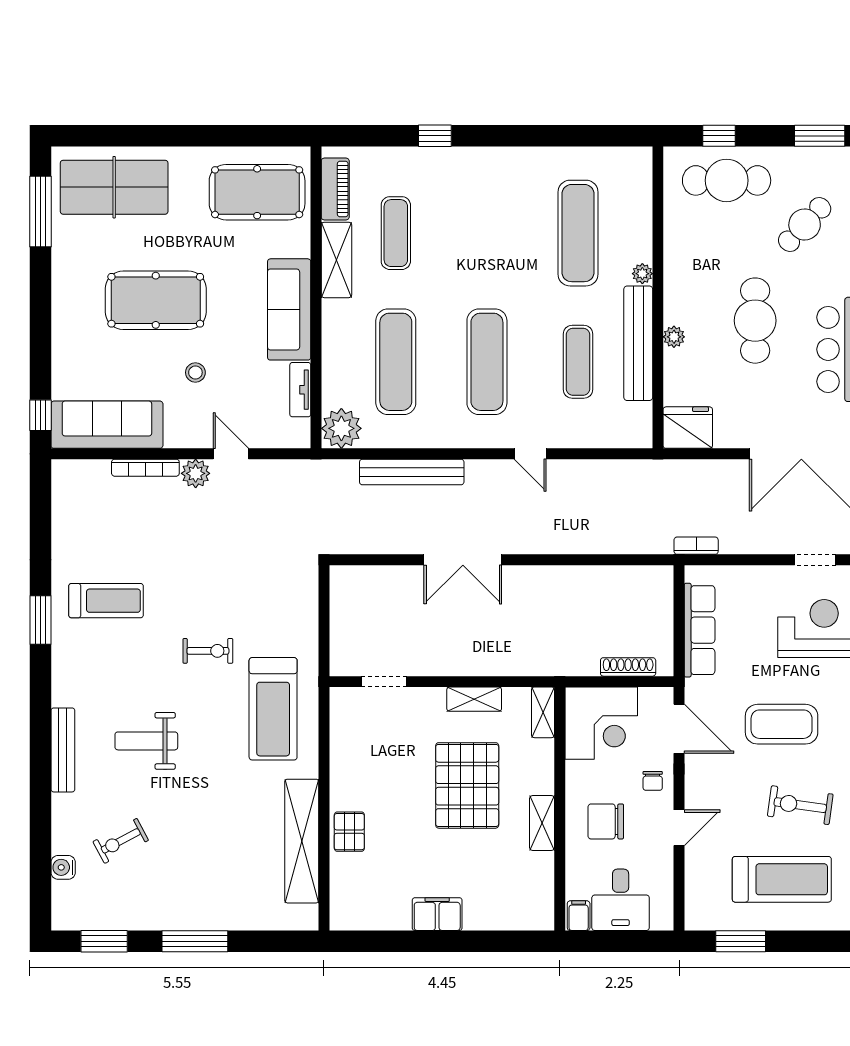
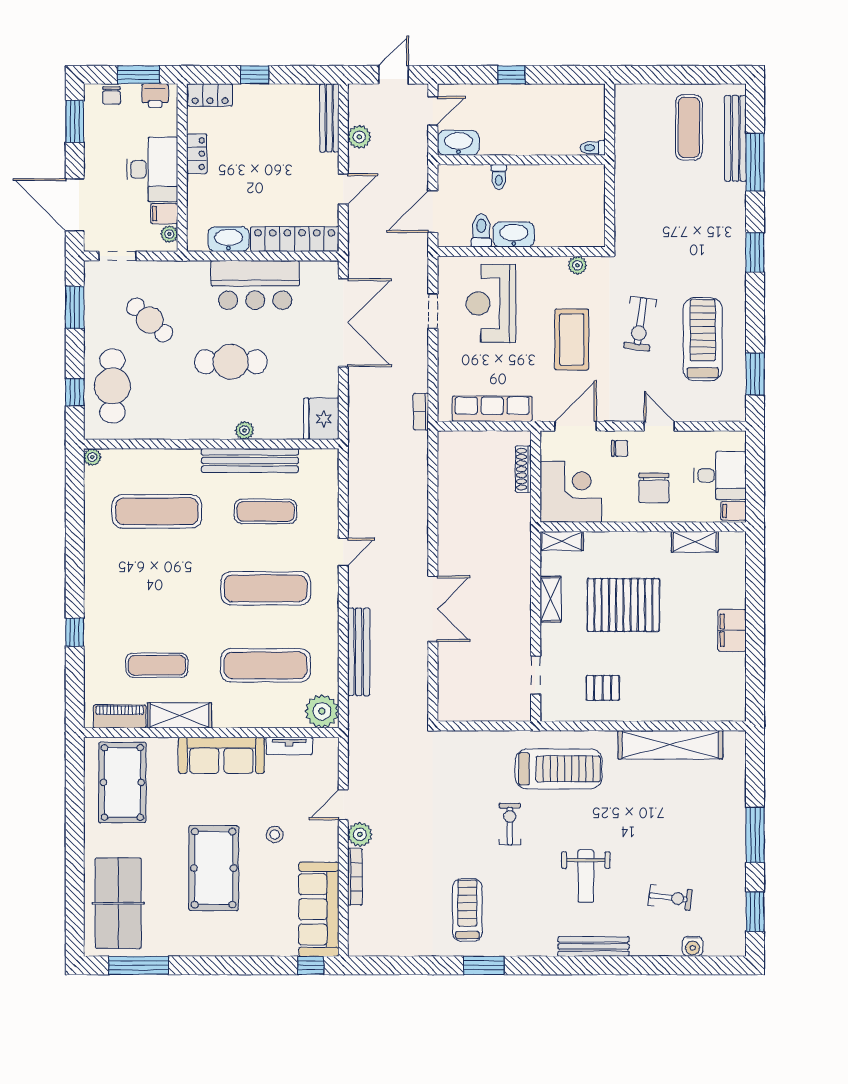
plant: (642, 274) -> (92, 457), moved
shelving: (542, 823) -> (695, 542), moved
pallet: (349, 832) -> (603, 688), moved
exercise bike: (121, 841) -> (670, 898), turned -55

